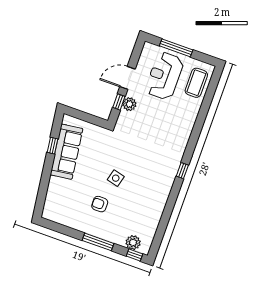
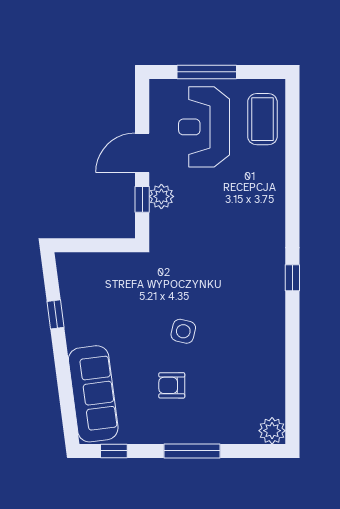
sofa: (67, 152) -> (93, 394), moved
plant: (133, 243) -> (272, 431), moved
window: (135, 255) -> (114, 451), moved

